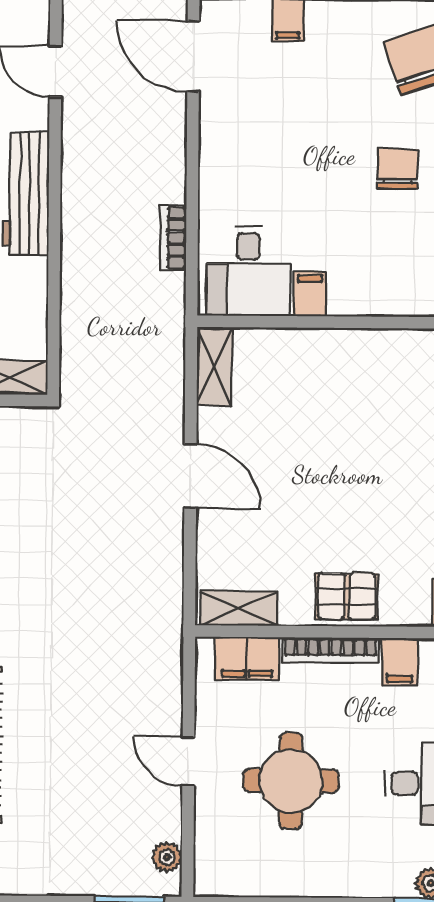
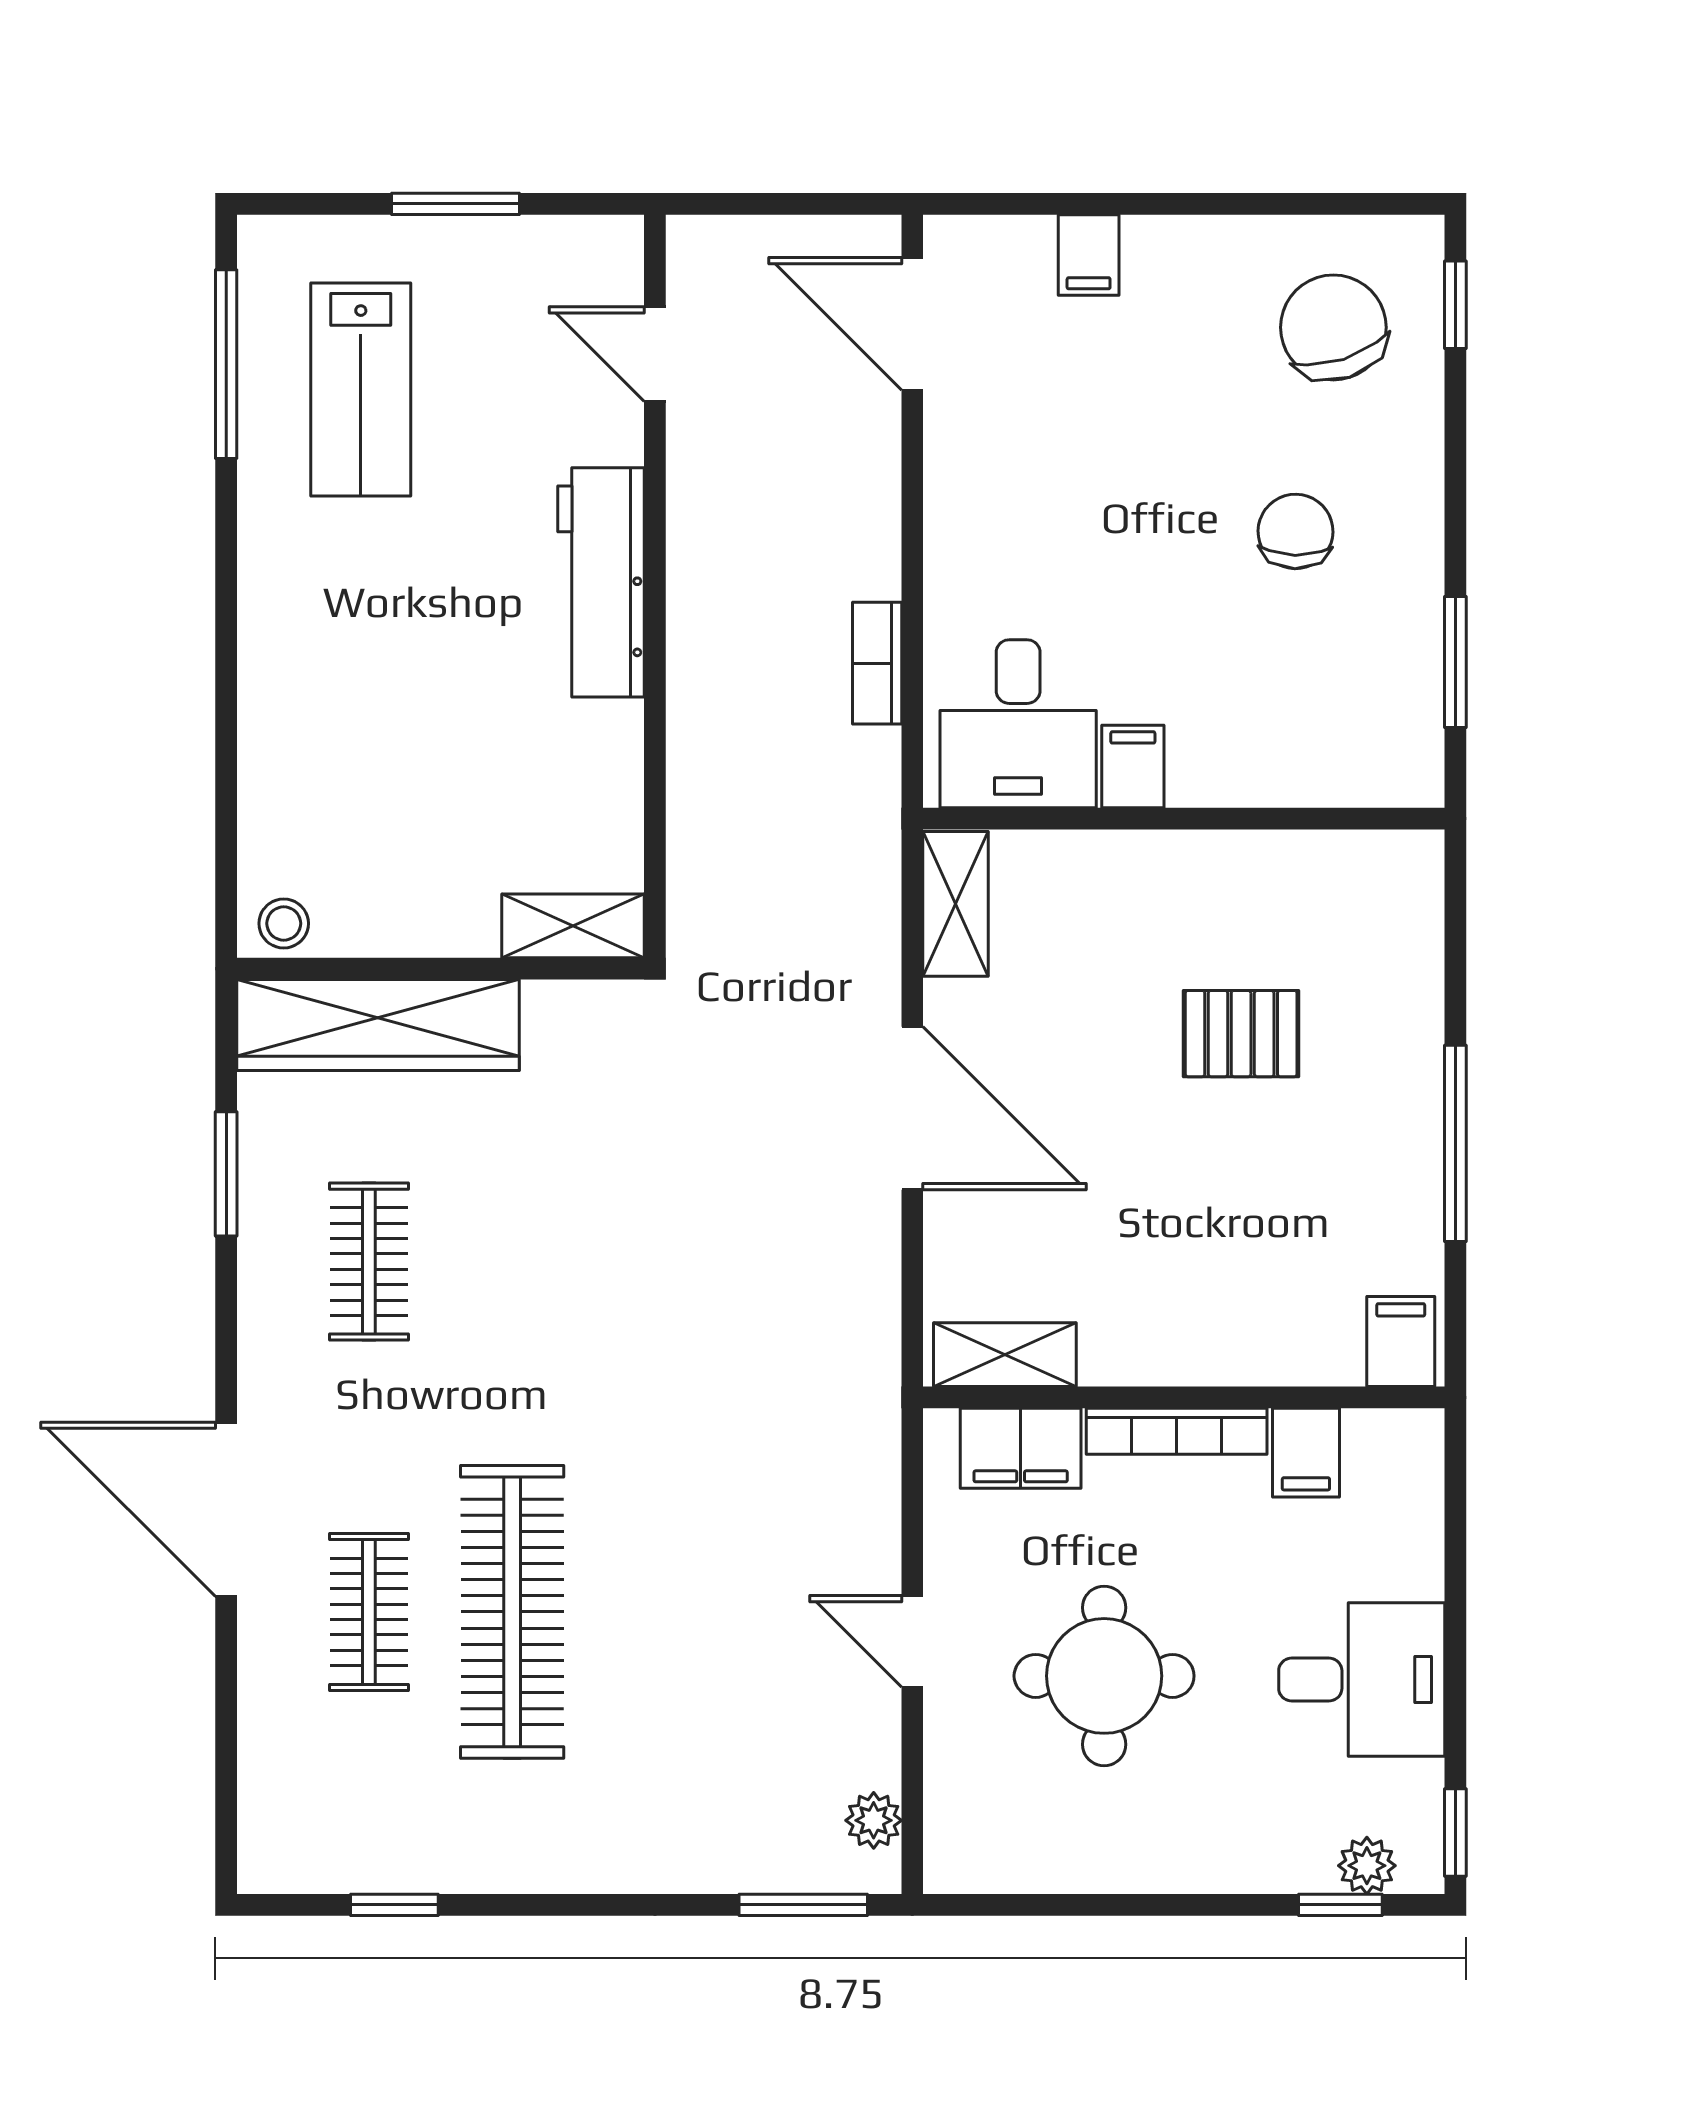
door: (190, 476) -> (912, 1108), width x1.36
pallet: (347, 596) -> (1241, 1034), moved

